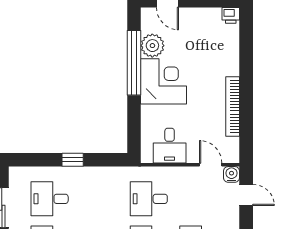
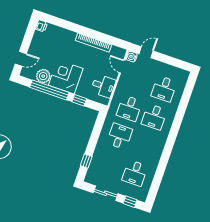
window: (134, 116) -> (79, 100), added
window: (73, 160) -> (86, 161), moved
door: (211, 165) -> (122, 67), hinge flipped
desk: (50, 199) -> (120, 136), moved, turned 180

